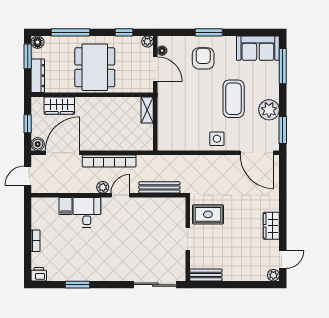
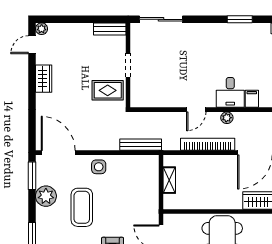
shelving: (147, 110) -> (169, 180), moved
plant: (103, 187) -> (227, 118), moved
bench: (159, 187) -> (141, 145), moved

